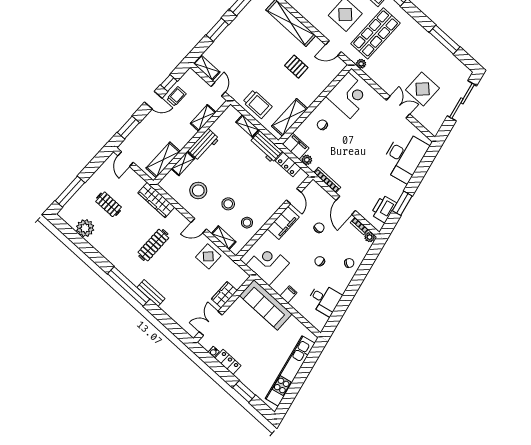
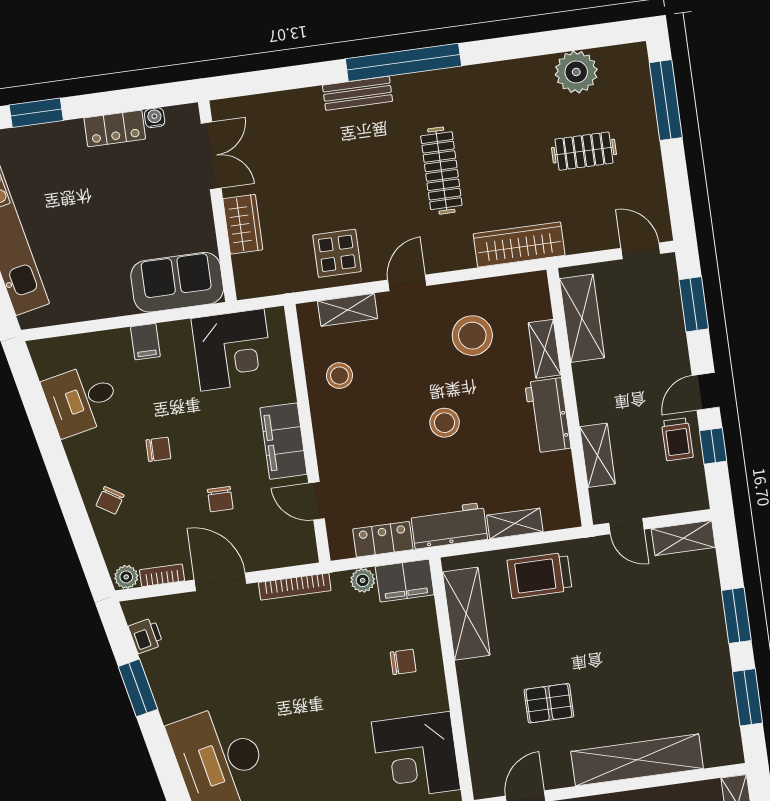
stool: (228, 204) -> (445, 423), moved
printer: (384, 209) -> (146, 636), width x0.53, depth x0.68
sofa: (266, 305) -> (177, 282), width x0.73

